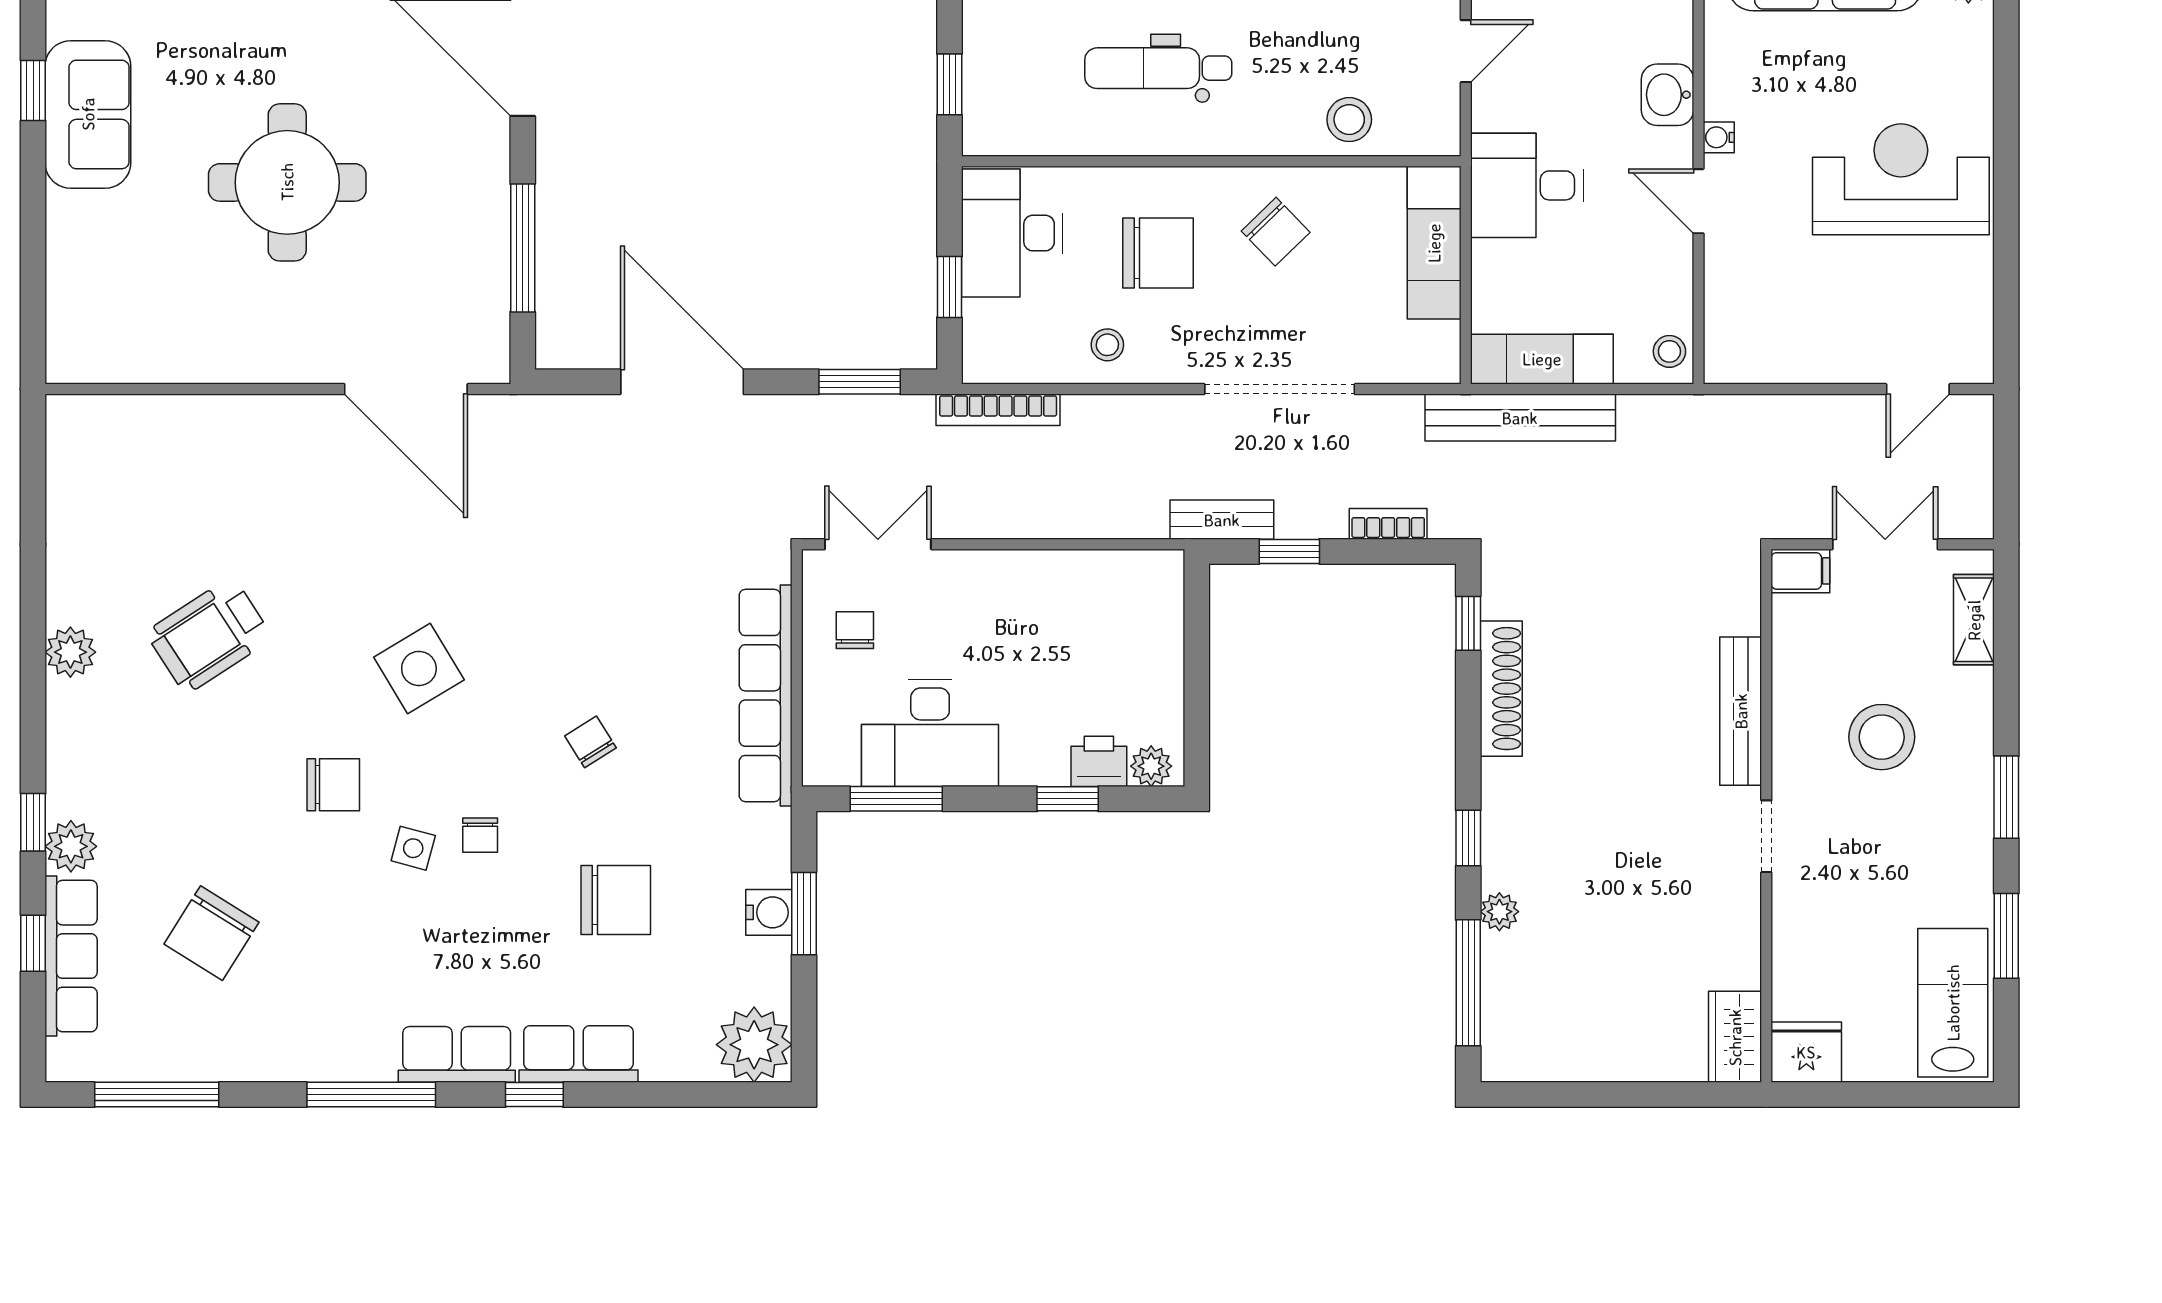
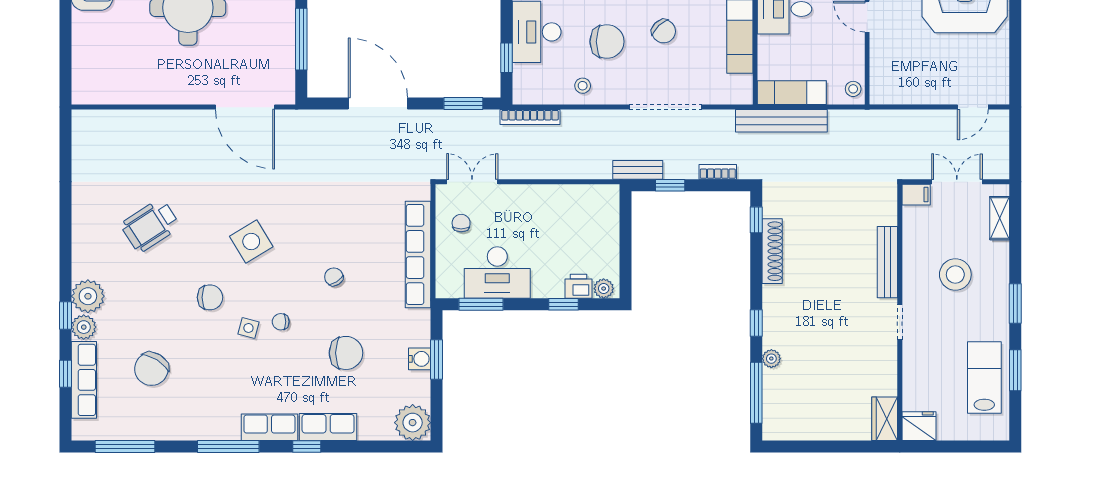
plant: (70, 652) -> (88, 296), moved, width x1.36, depth x1.36
chair: (480, 835) -> (281, 322), turned 90
lab bench: (1953, 1003) -> (984, 378), moved

